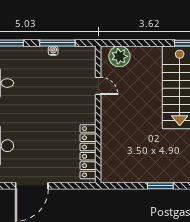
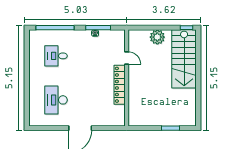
plant: (119, 56) -> (157, 37), moved
locker: (88, 152) -> (120, 85), moved

